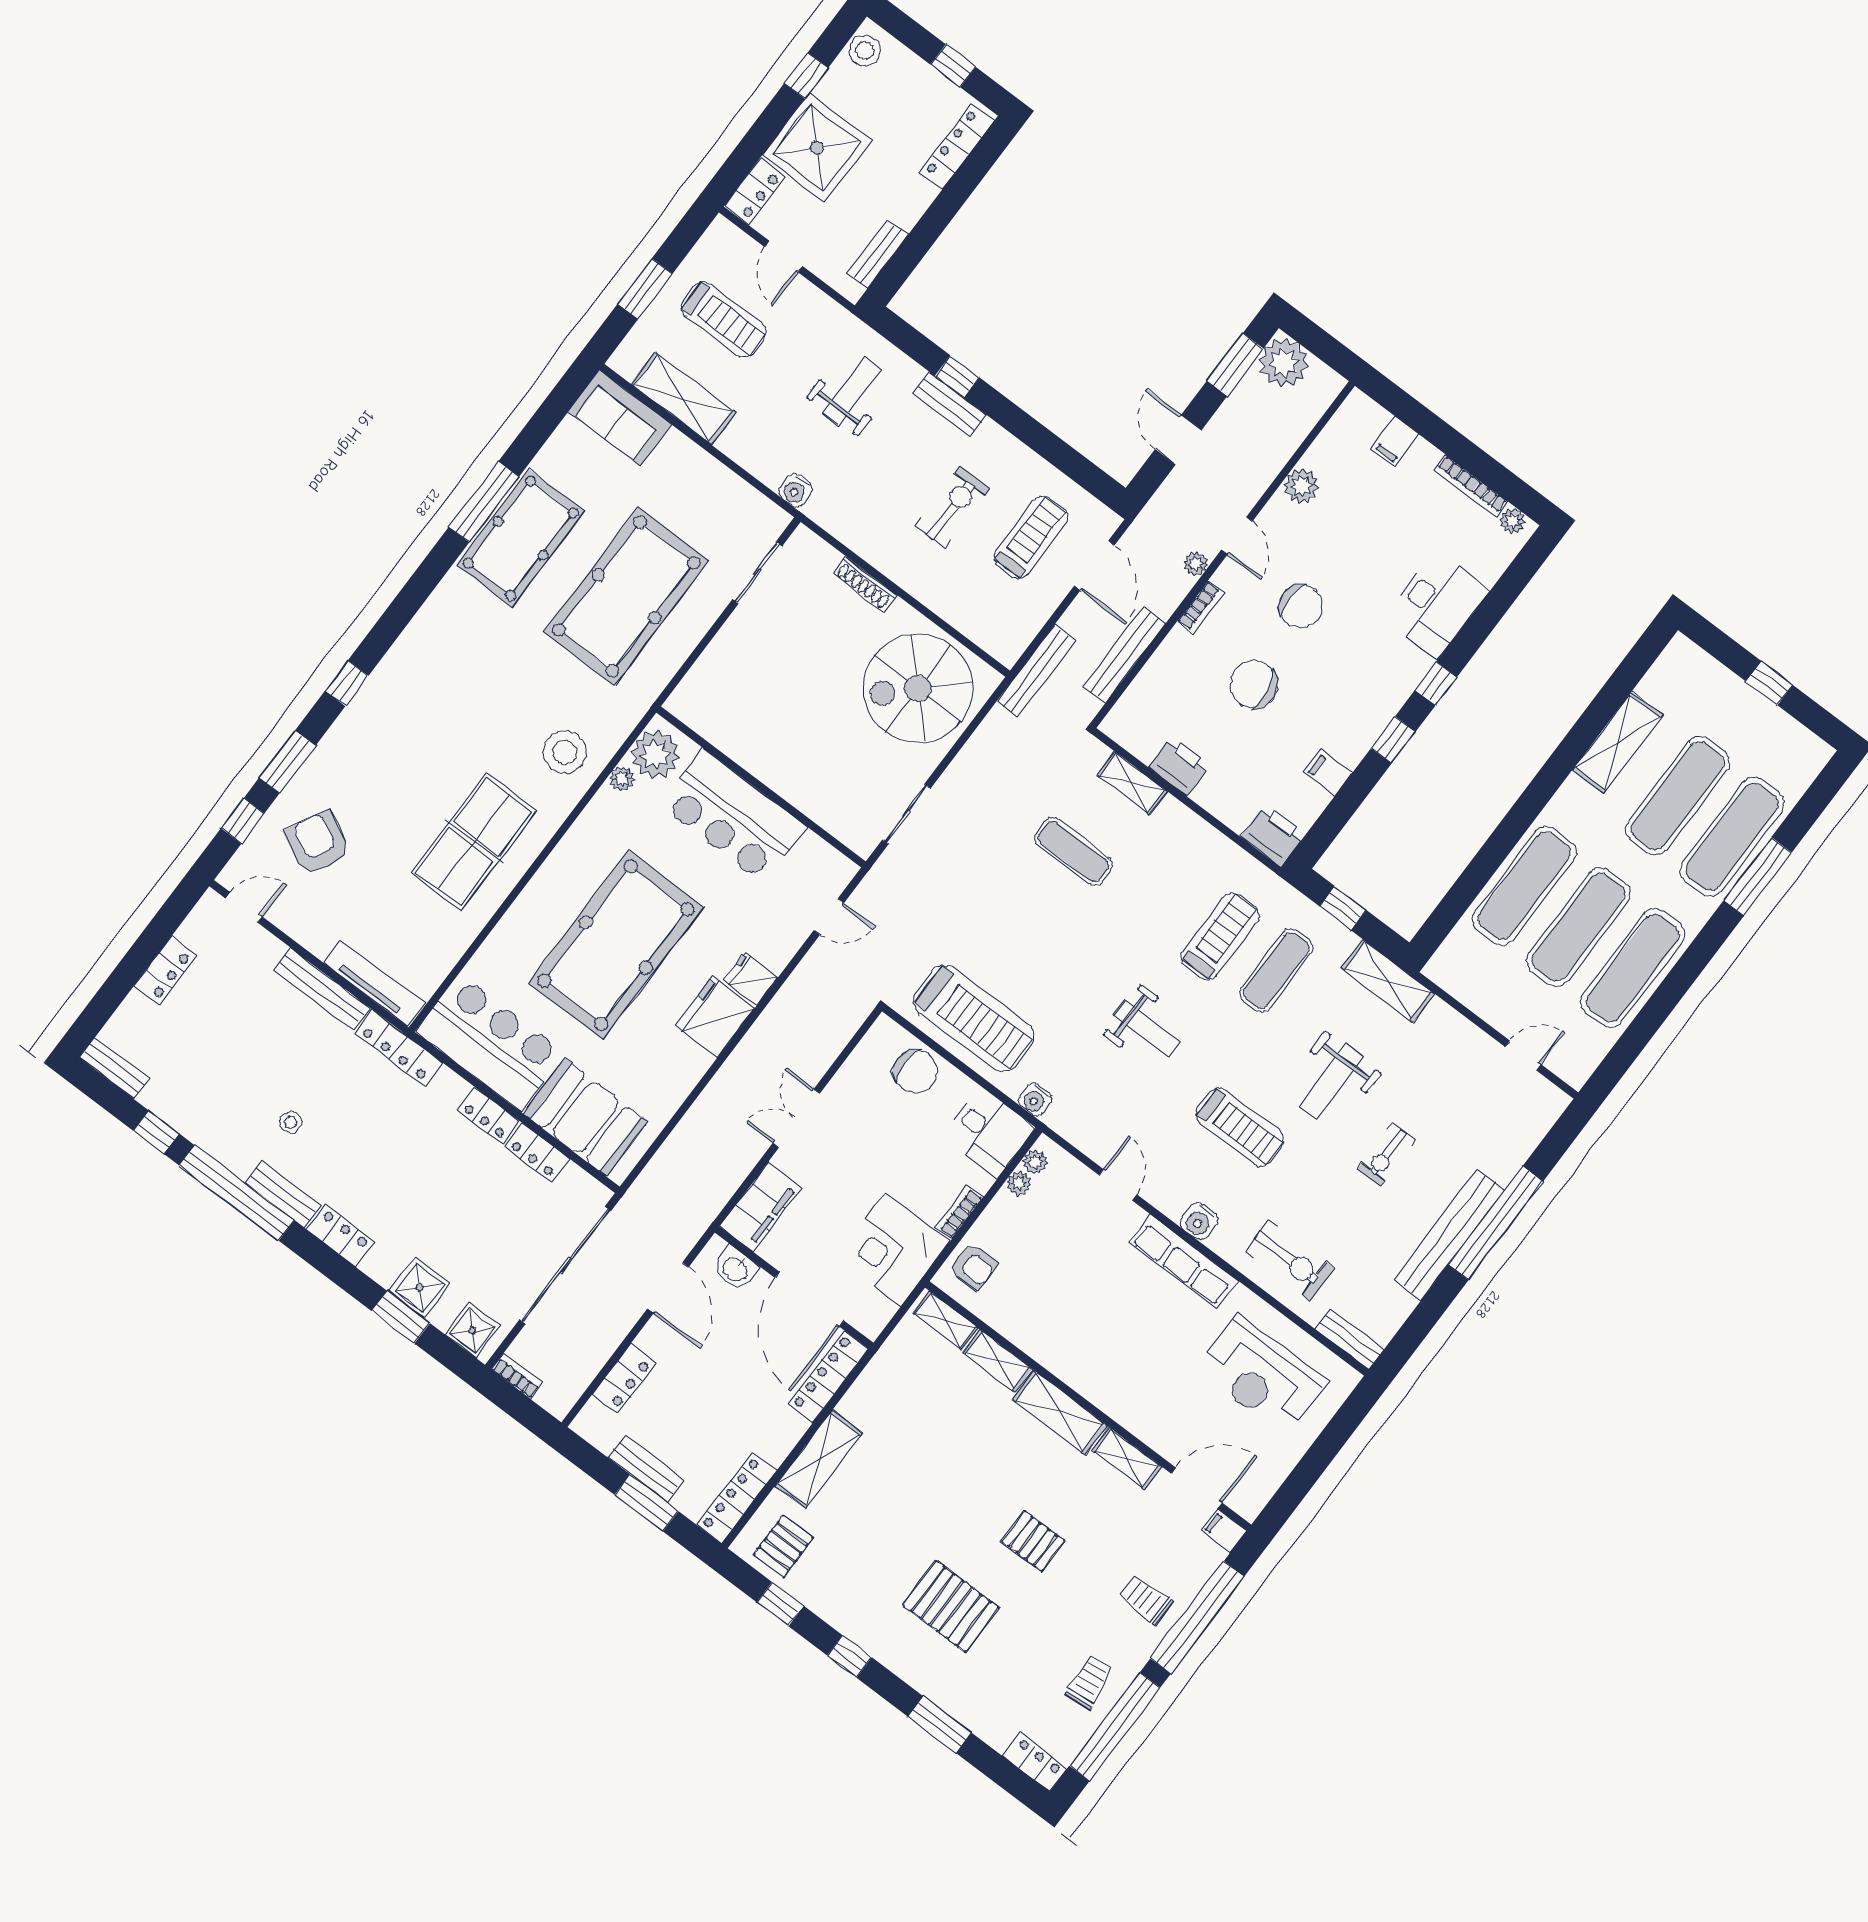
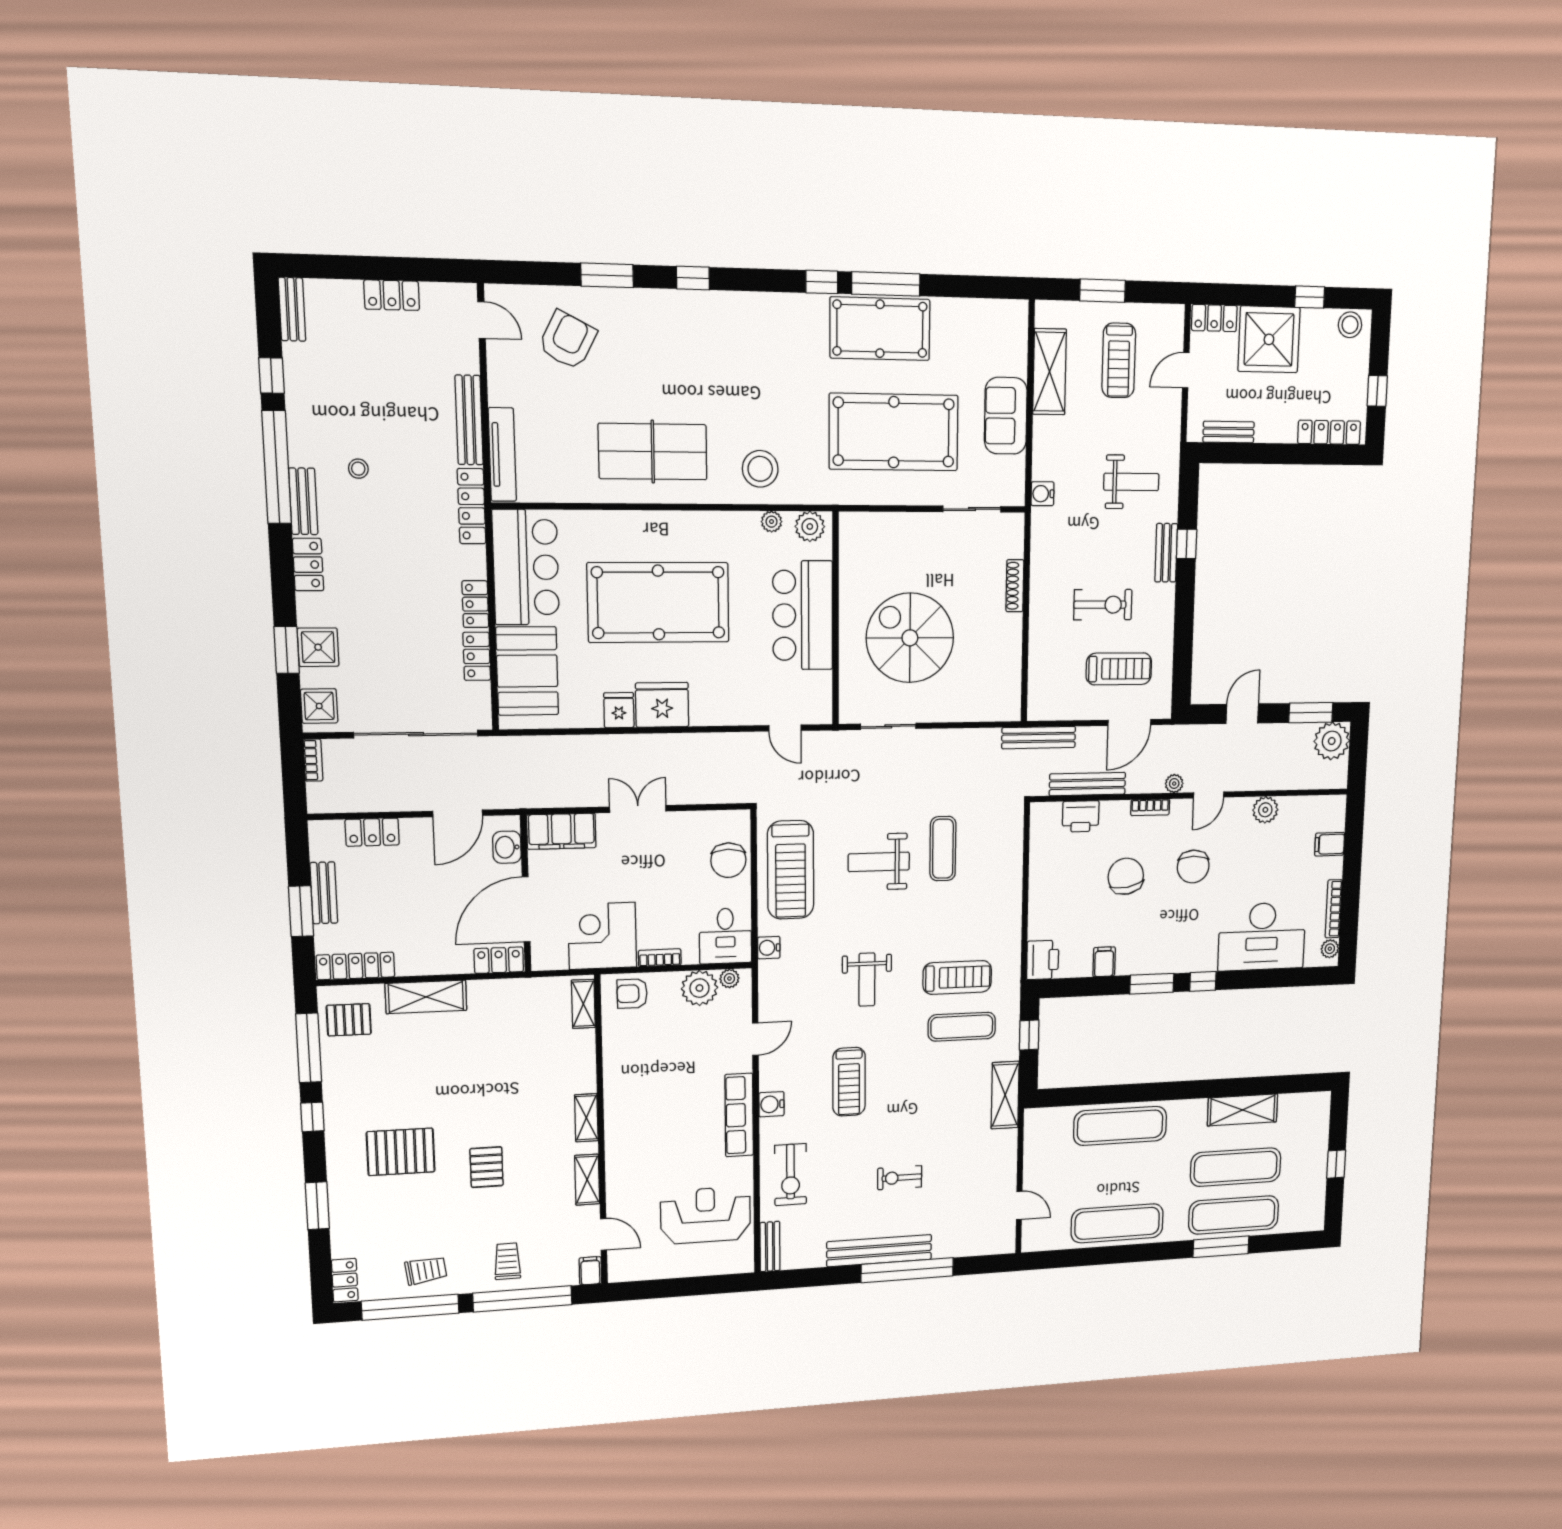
sofa: (620, 418) -> (1006, 416), moved
desk: (1437, 605) -> (1262, 937), width x1.36, depth x1.30
spiral stairs: (918, 688) -> (910, 638), moved
window: (1393, 740) -> (1152, 984), width x1.50
plant: (655, 754) -> (810, 526), width x0.73, depth x0.73
printer: (1179, 766) -> (1081, 816), moved, turned 90
shelving: (1132, 783) -> (1012, 851), removed
window: (243, 821) -> (822, 282), moved
exercise mat: (1578, 927) -> (1119, 1175), removed
fridge: (750, 979) -> (619, 710), moved
weight bench: (1332, 1081) -> (879, 862), moved
plant: (1019, 1183) -> (699, 988), width x1.88, depth x1.88
armchair: (973, 1266) -> (632, 994), turned 90
shelving: (997, 1361) -> (584, 1055), removed
reception desk: (1261, 1375) -> (706, 1215), turned 90
locker: (828, 1377) -> (499, 960), width x0.66
shelving: (1060, 1412) -> (586, 1118), width x0.67, depth x0.75
door: (1197, 1488) -> (604, 1234), width x0.73
window: (780, 1604) -> (309, 1048), width x2.17
pallet: (951, 1606) -> (401, 1152), turned 90

